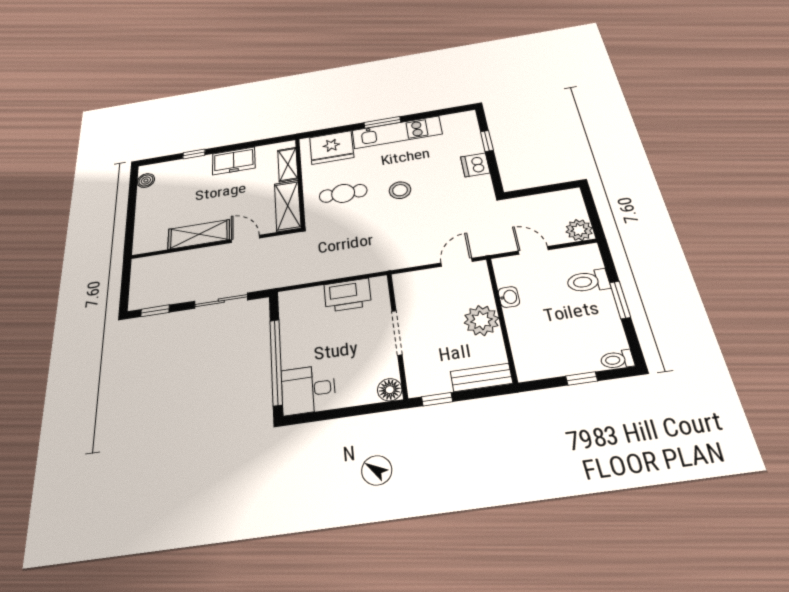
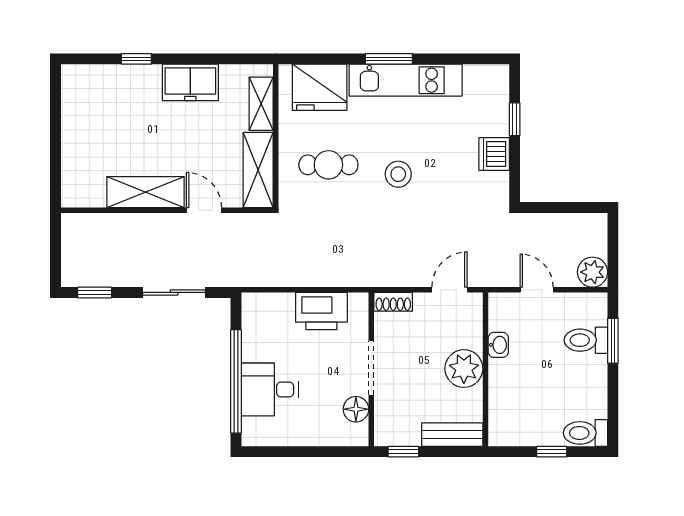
boiler: (146, 181) -> (72, 91), removed
shoe rack: (409, 279) -> (393, 302), added
window: (620, 300) -> (613, 341), moved
toilet: (617, 360) -> (585, 433), width x1.37, depth x1.39
desk: (308, 389) -> (270, 390), moved
floor lamp: (390, 390) -> (356, 409), moved

